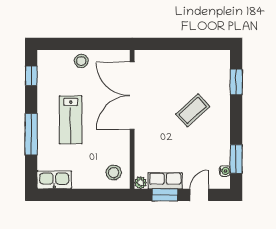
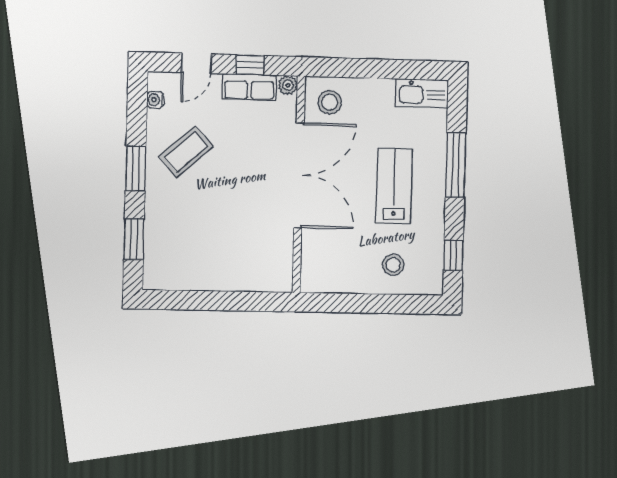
stool: (81, 61) -> (393, 265), moved
double door: (132, 96) -> (299, 175), moved
coffee table: (193, 110) -> (186, 152), moved
window: (236, 159) -> (136, 169), moved
window: (165, 195) -> (250, 65), width x0.67

